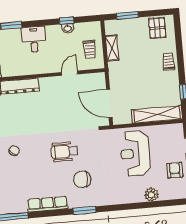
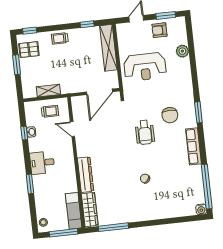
window: (127, 15) -> (17, 65), moved
window: (178, 29) -> (30, 31), added

